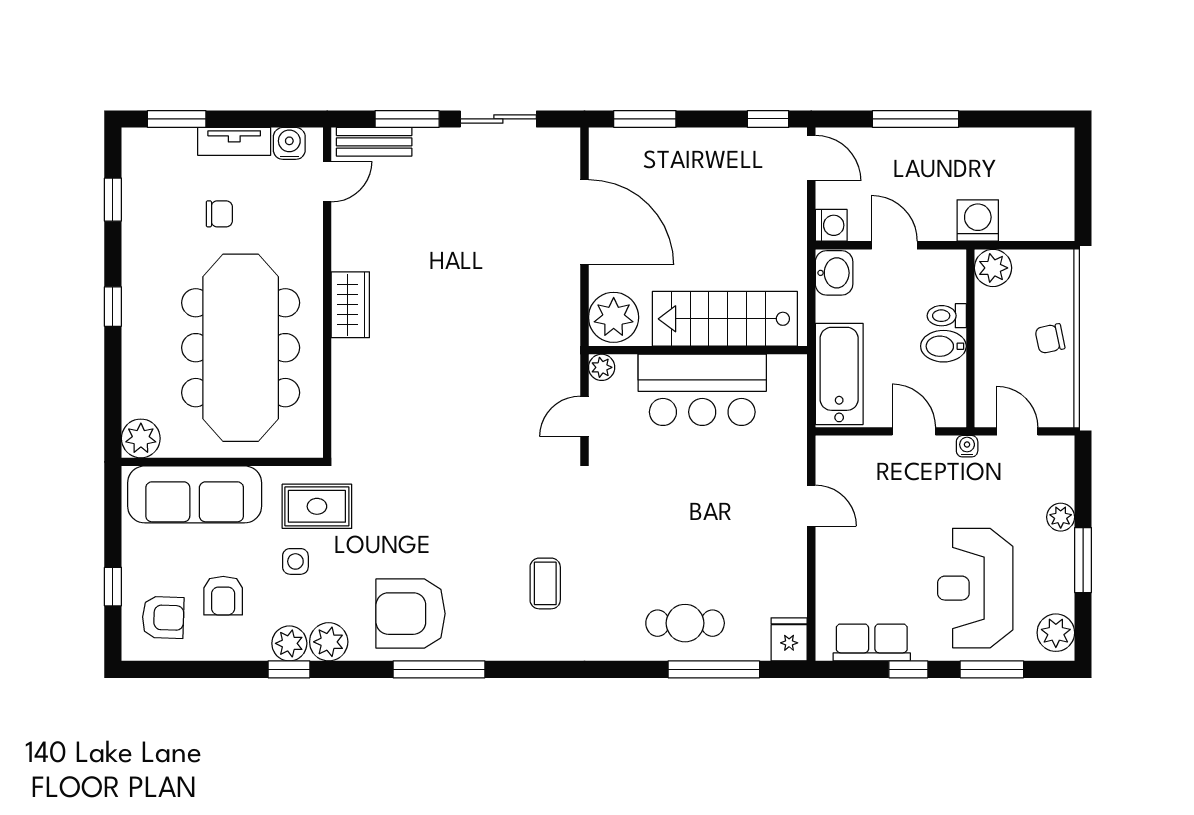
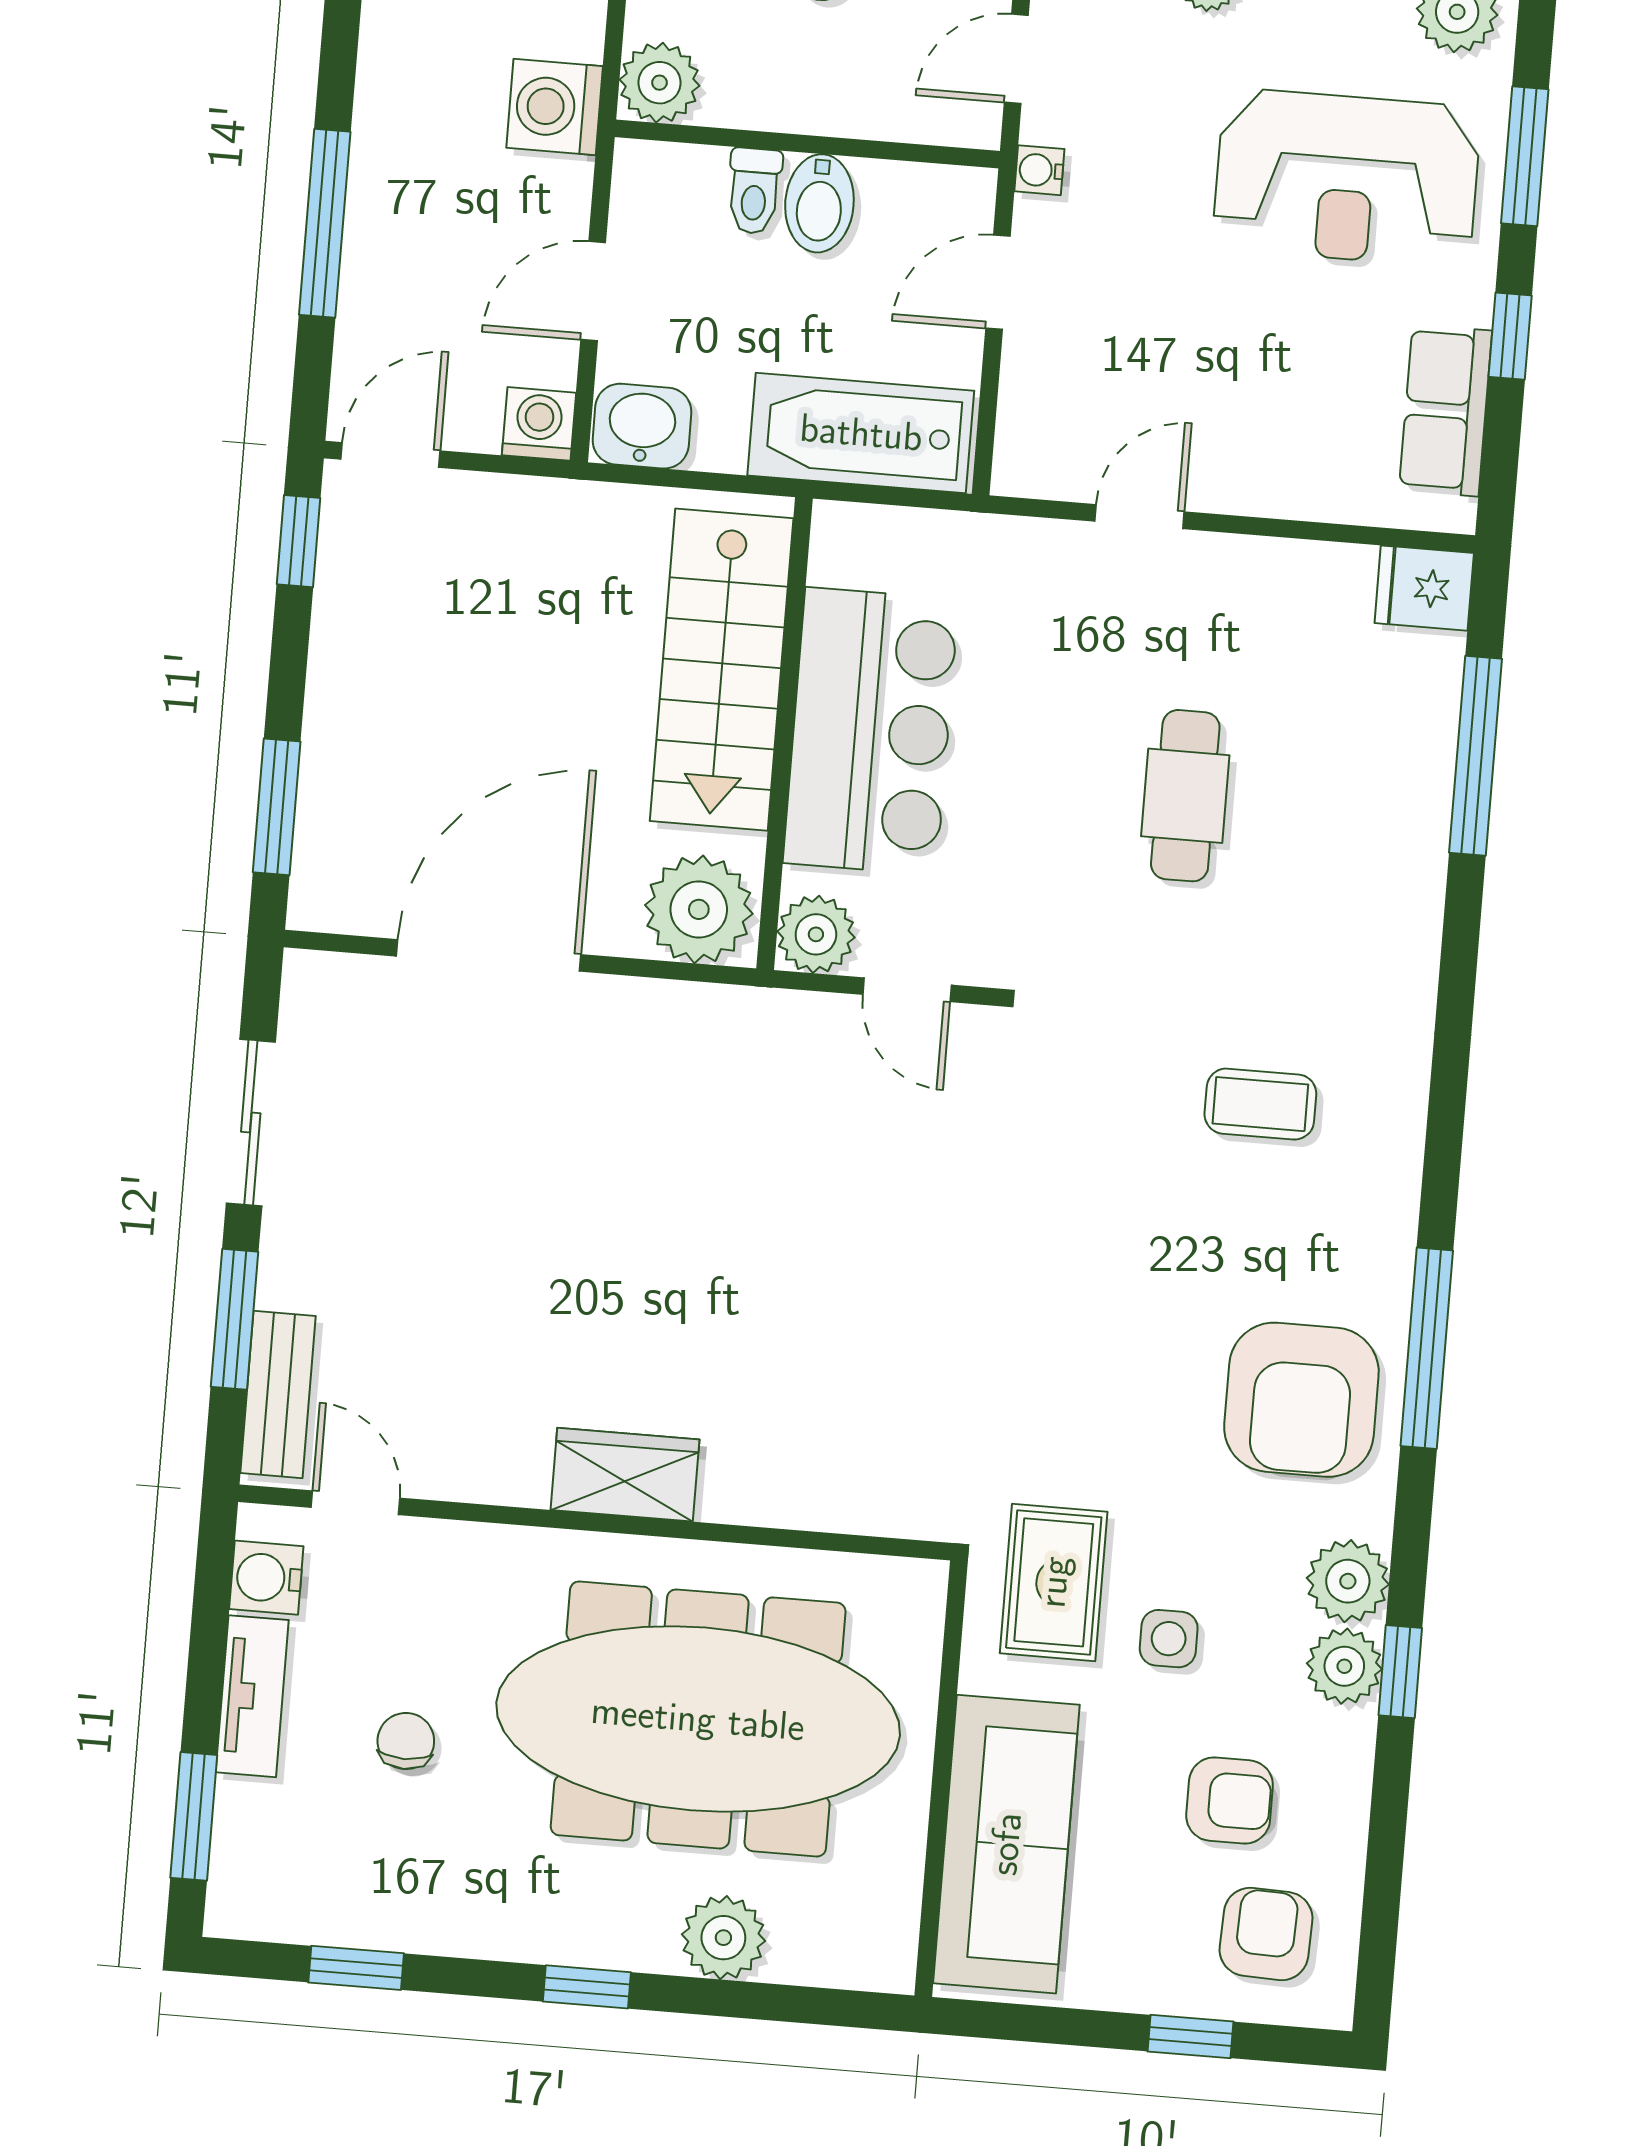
plant: (602, 367) -> (816, 934), width x1.38, depth x1.38
plant: (141, 438) -> (723, 1938), moved
cafe table: (685, 623) -> (1185, 796), moved

